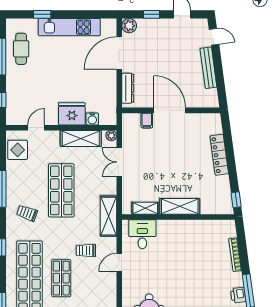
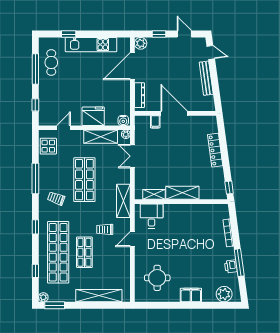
water cooler: (92, 119) -> (123, 121), moved

